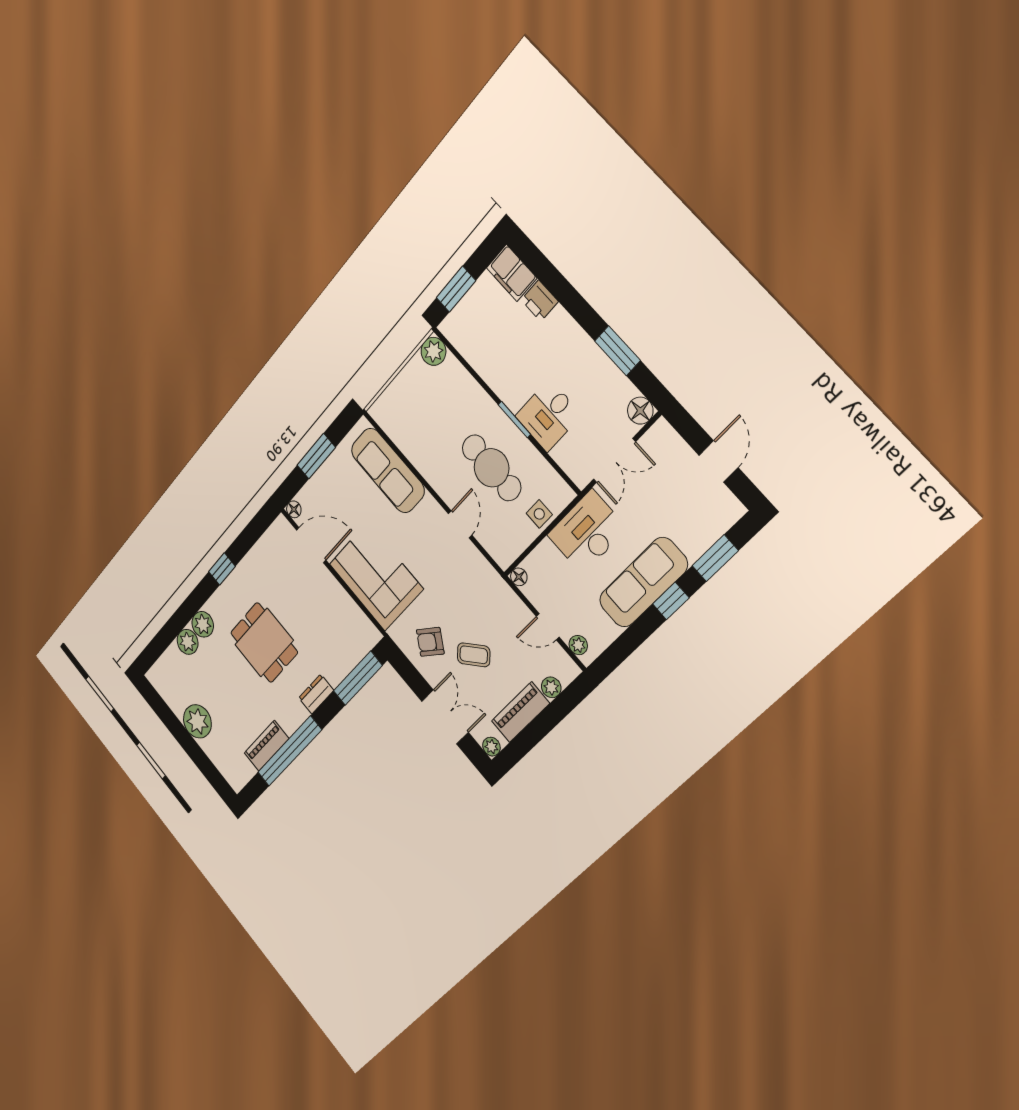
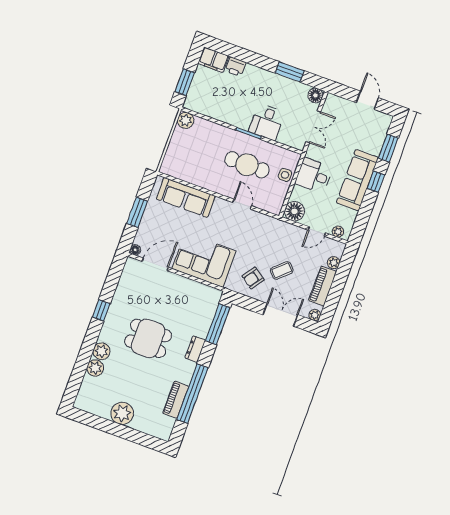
desk: (587, 532) -> (314, 175), width x0.73
floor lamp: (519, 577) -> (294, 211), width x1.89, depth x1.89

